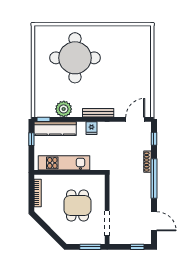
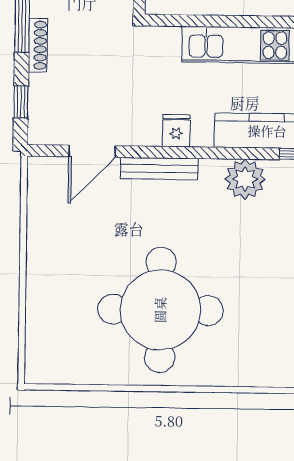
round table: (75, 58) -> (160, 310), moved
door: (135, 119) -> (92, 151), moved

